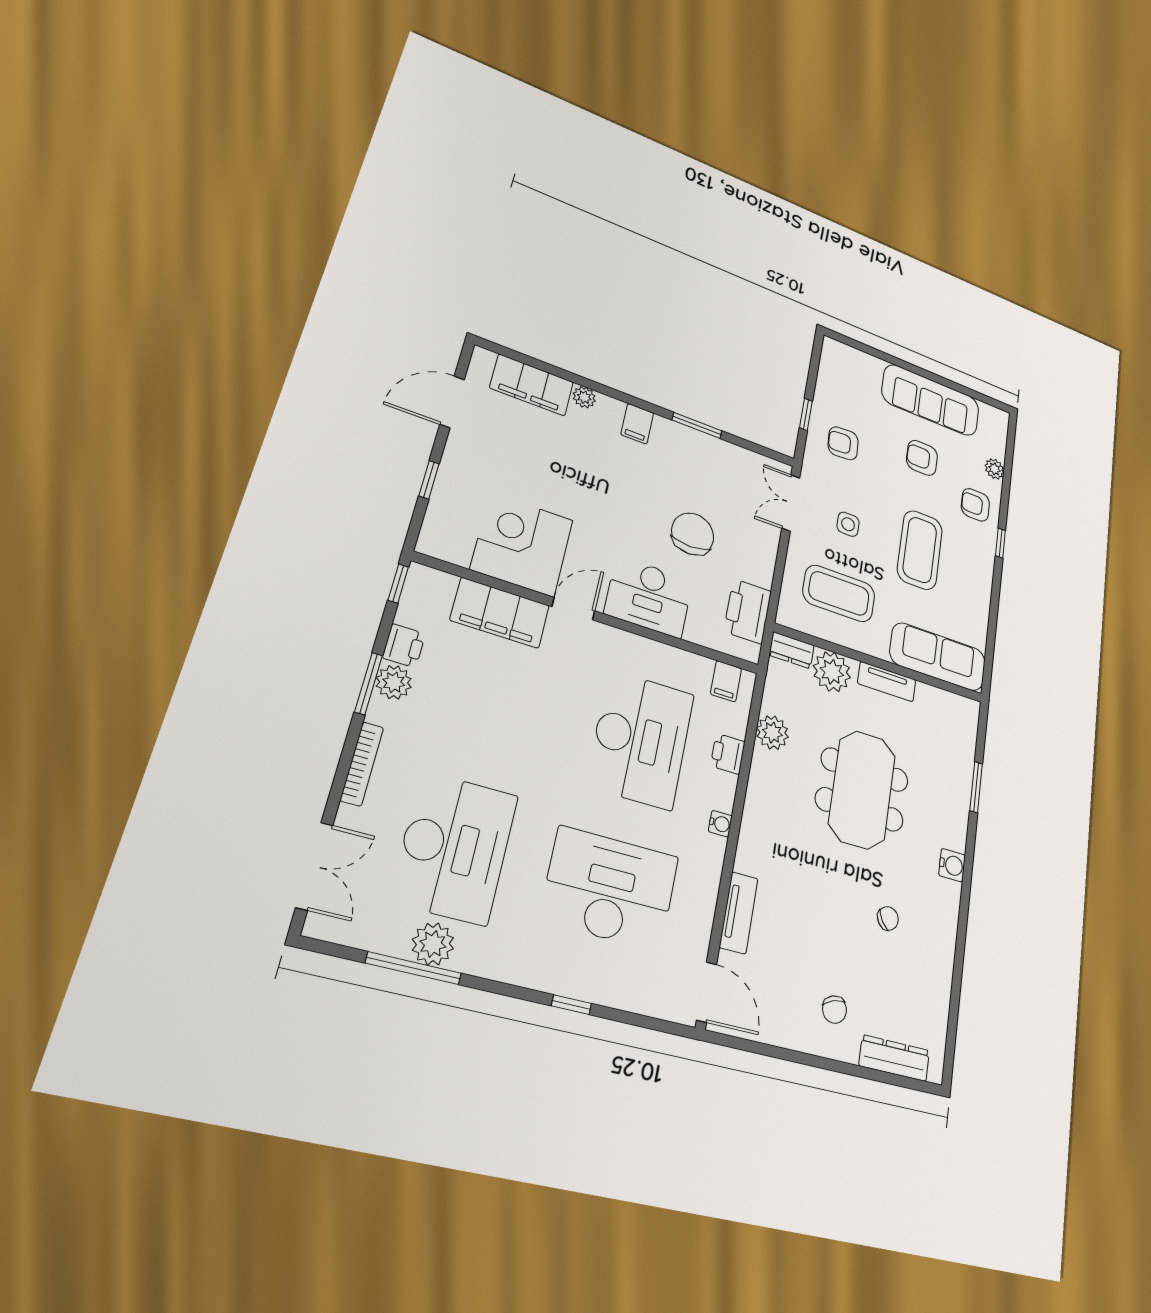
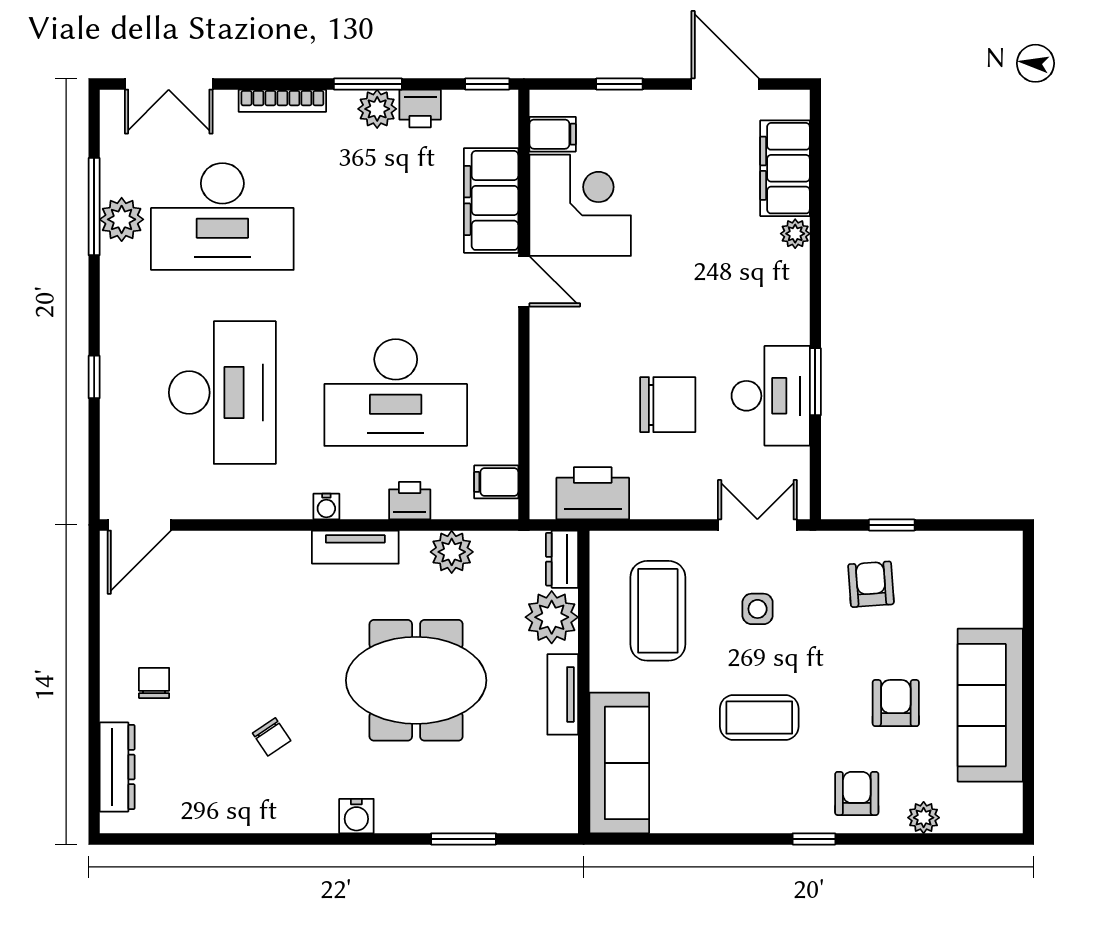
filing cabinet: (637, 424) -> (553, 134), moved, turned 180
coffee table: (920, 550) -> (759, 717), width x0.73, depth x0.76
desk: (649, 597) -> (771, 396), moved, turned 180
tv unit: (739, 913) -> (355, 547), moved
chair: (834, 1010) -> (154, 683), turned 108

